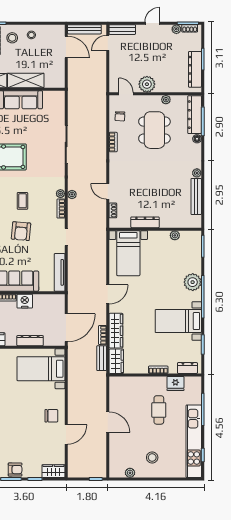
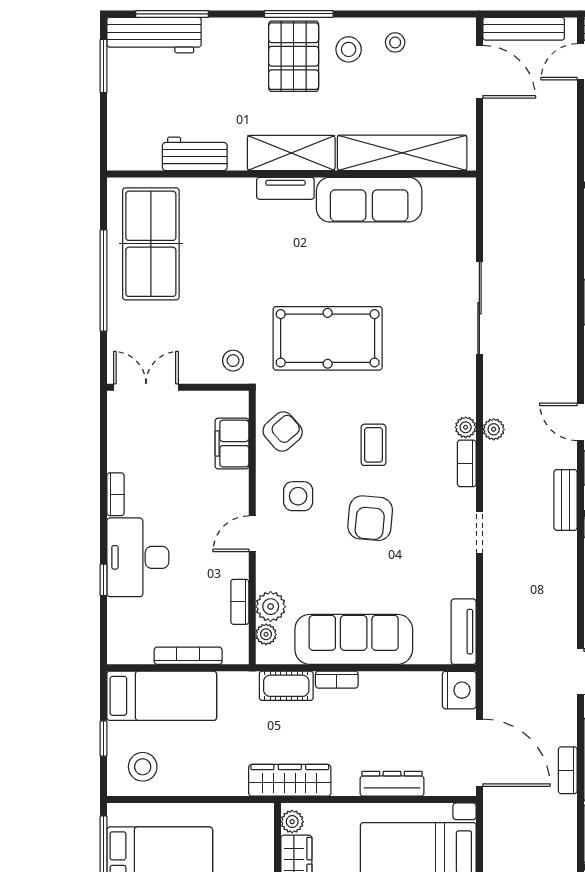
shelving: (26, 80) -> (402, 153), width x1.47
tv unit: (60, 272) -> (464, 632), width x0.71
nightstand: (25, 301) -> (459, 690), moved, turned 90
door: (66, 328) -> (479, 753), hinge flipped
bench: (102, 358) -> (566, 500), moved

